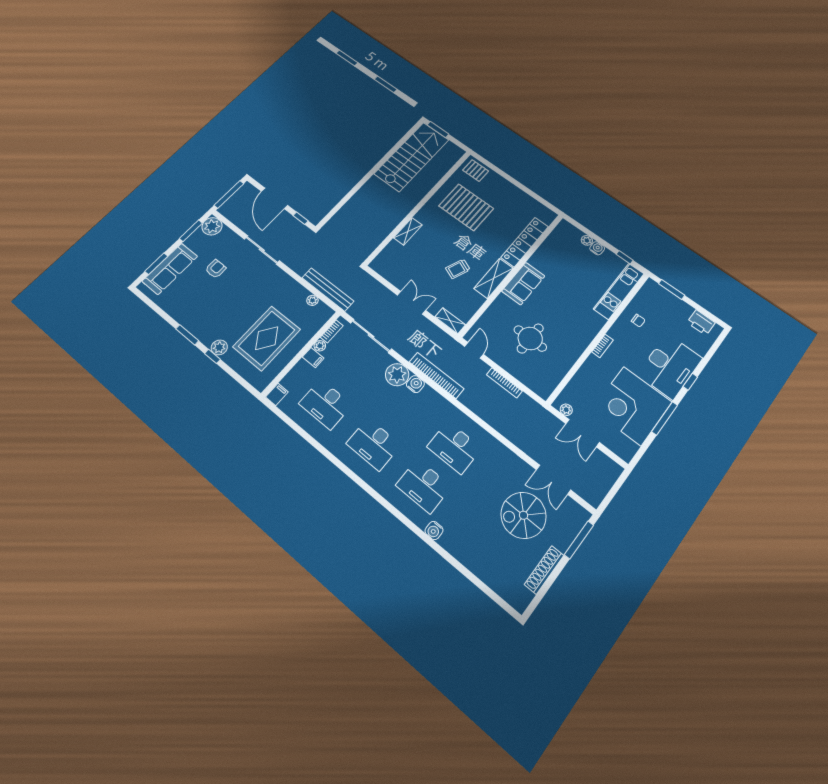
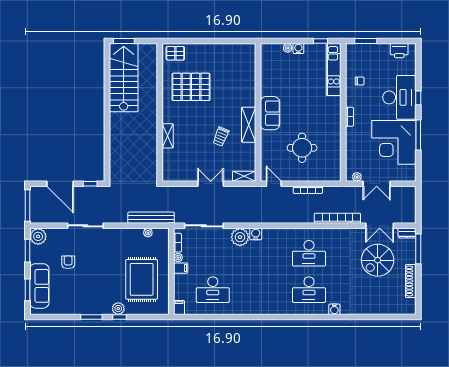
locker: (525, 242) -> (249, 82), removed
bookcase: (437, 375) -> (337, 218), moved
desk: (374, 444) -> (261, 290), removed
dresser: (578, 512) -> (407, 233), added

